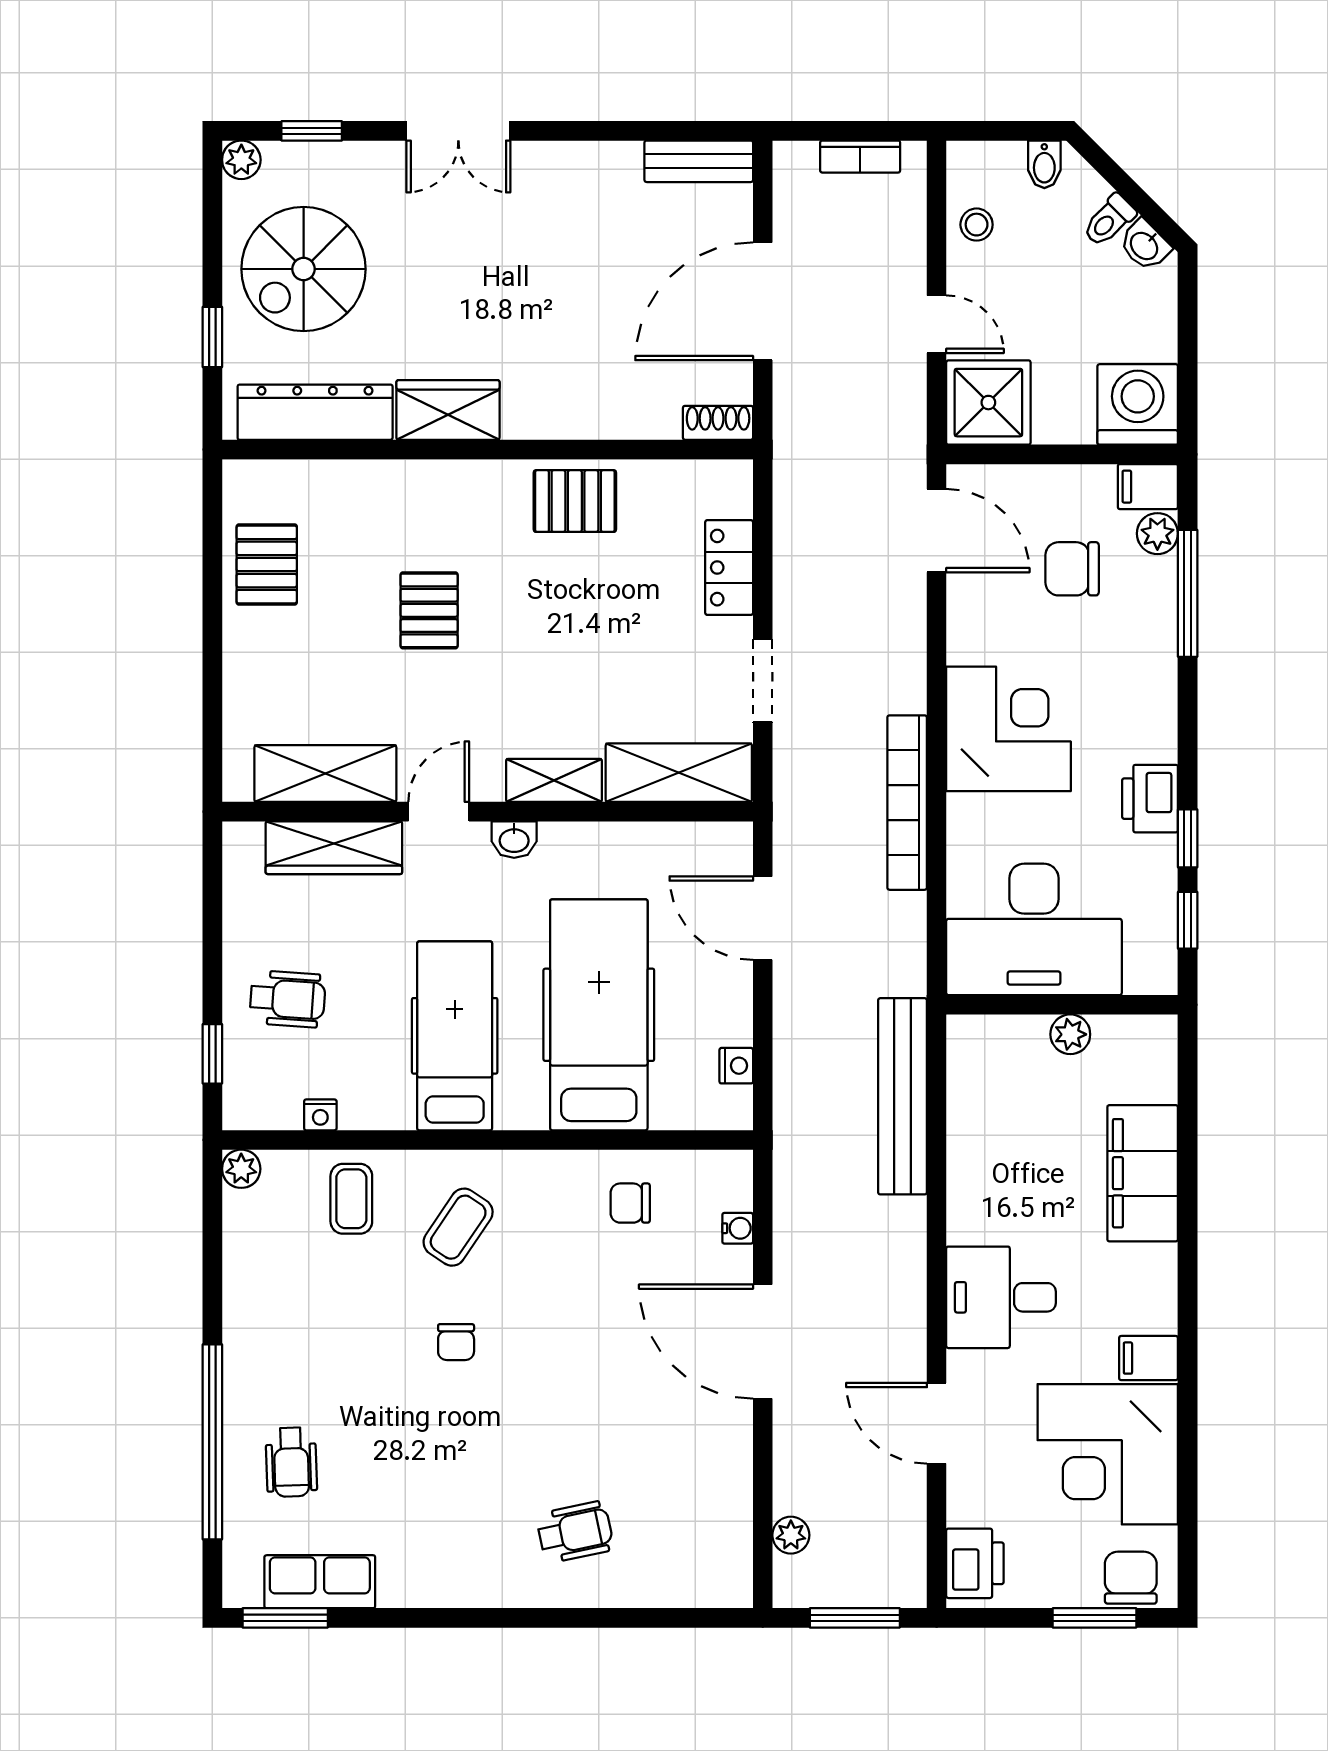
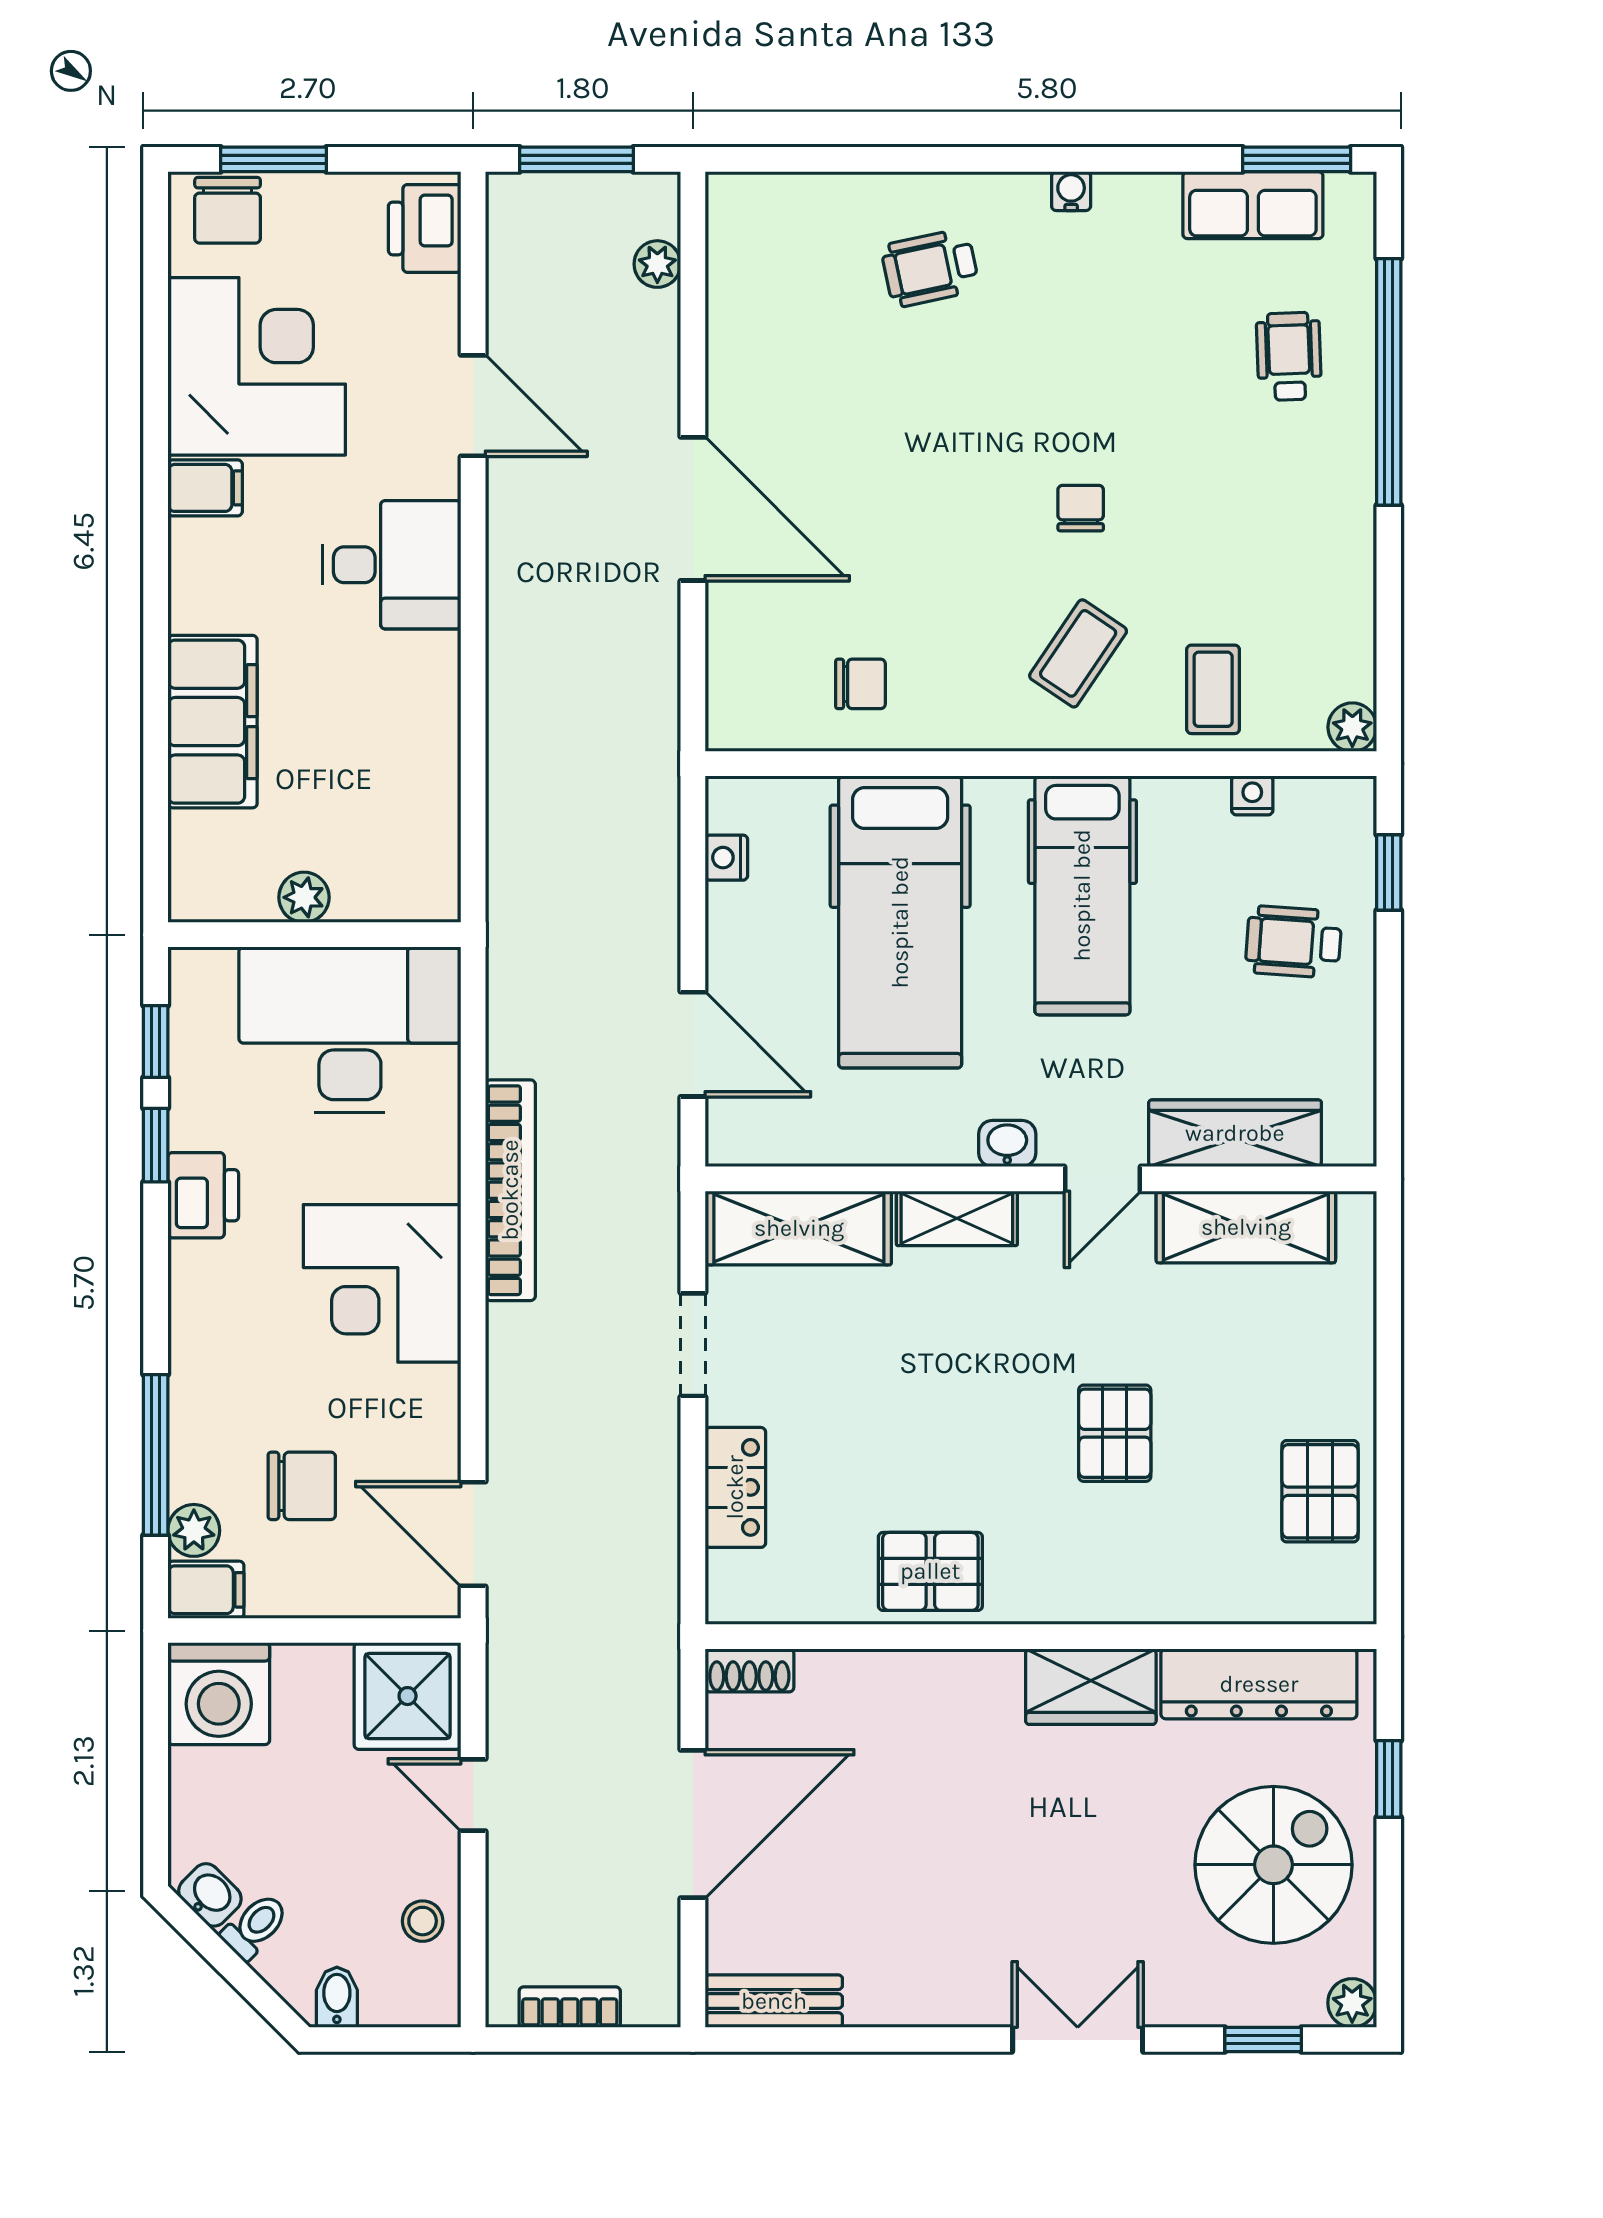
bench: (903, 1096) -> (516, 819), removed
water cooler: (738, 1228) -> (1071, 191), moved, turned 90

